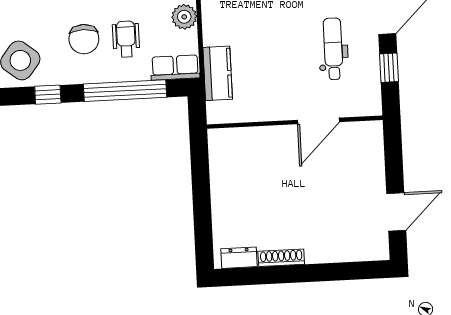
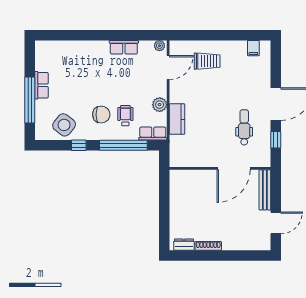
chair: (84, 39) -> (101, 115), turned -90
kitchen counter: (218, 73) -> (177, 119), moved
door: (318, 121) -> (234, 168), width x1.36
bench: (375, 156) -> (265, 190), added

